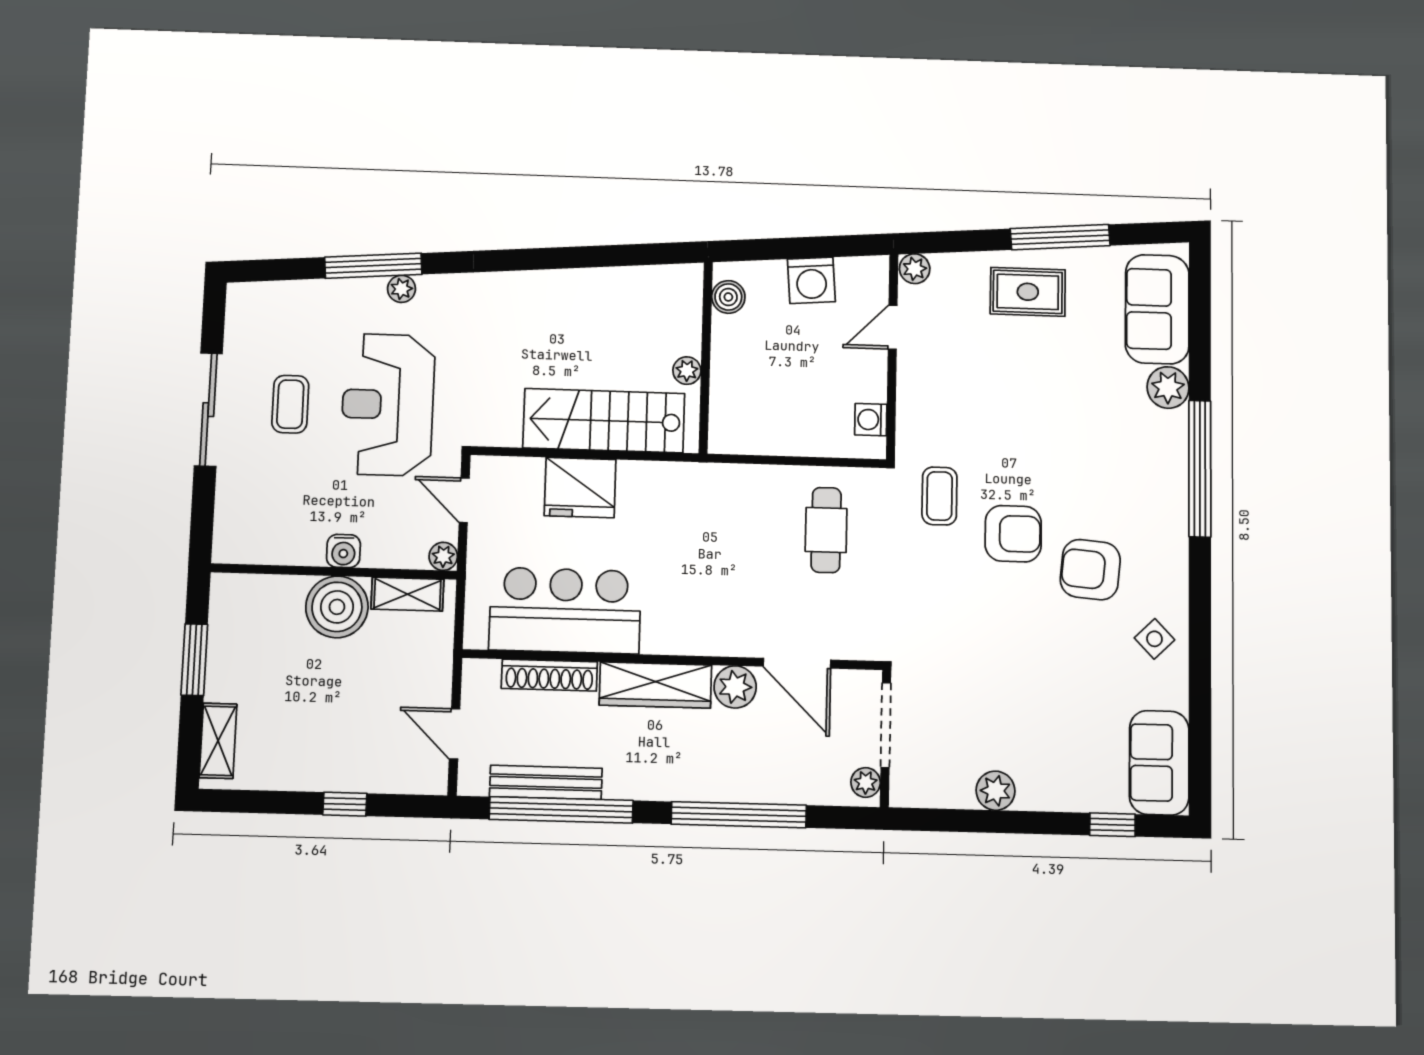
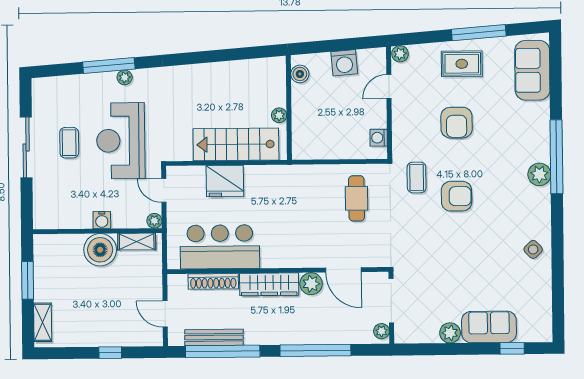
plant: (1168, 387) -> (539, 174), moved
armchair: (1090, 570) -> (457, 123), moved, turned -95
sofa: (1159, 763) -> (489, 327), moved, turned 90

